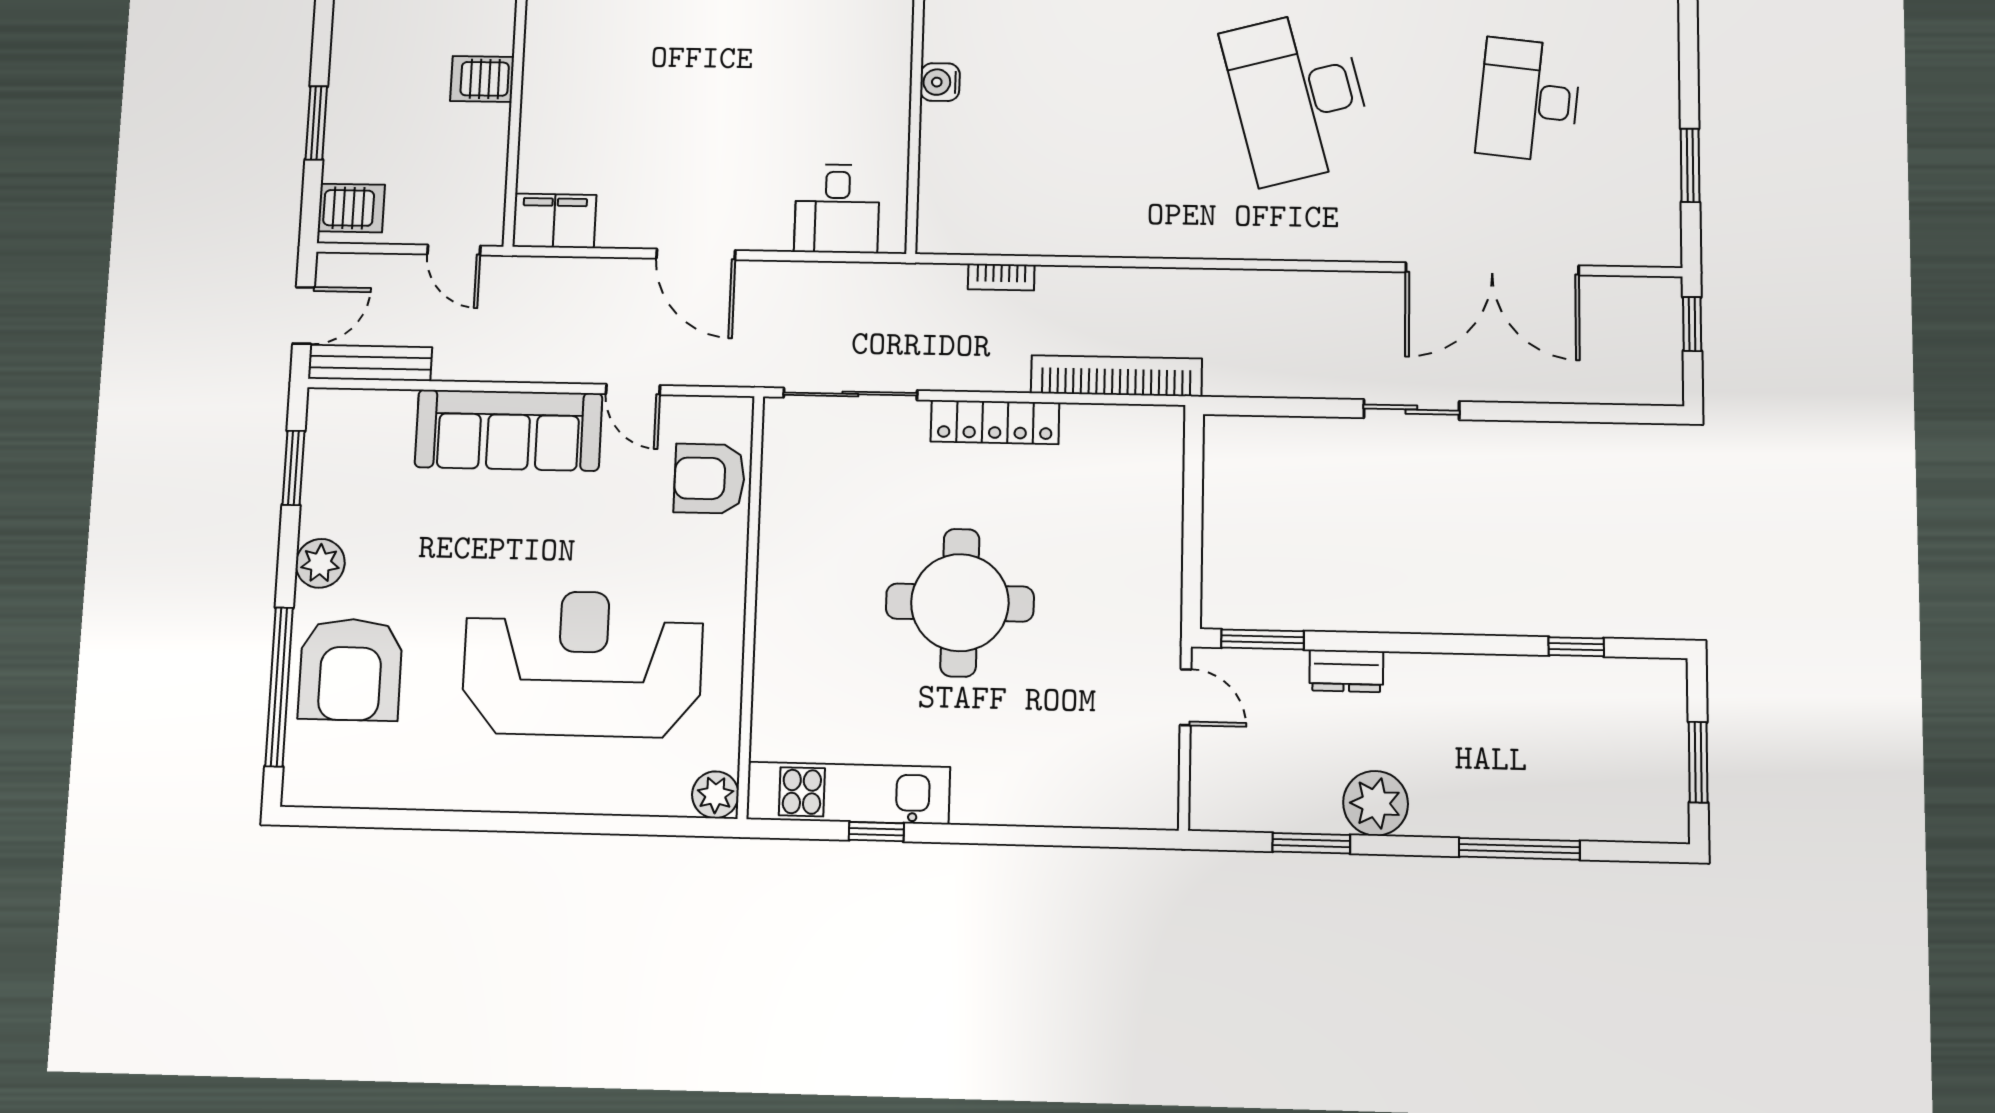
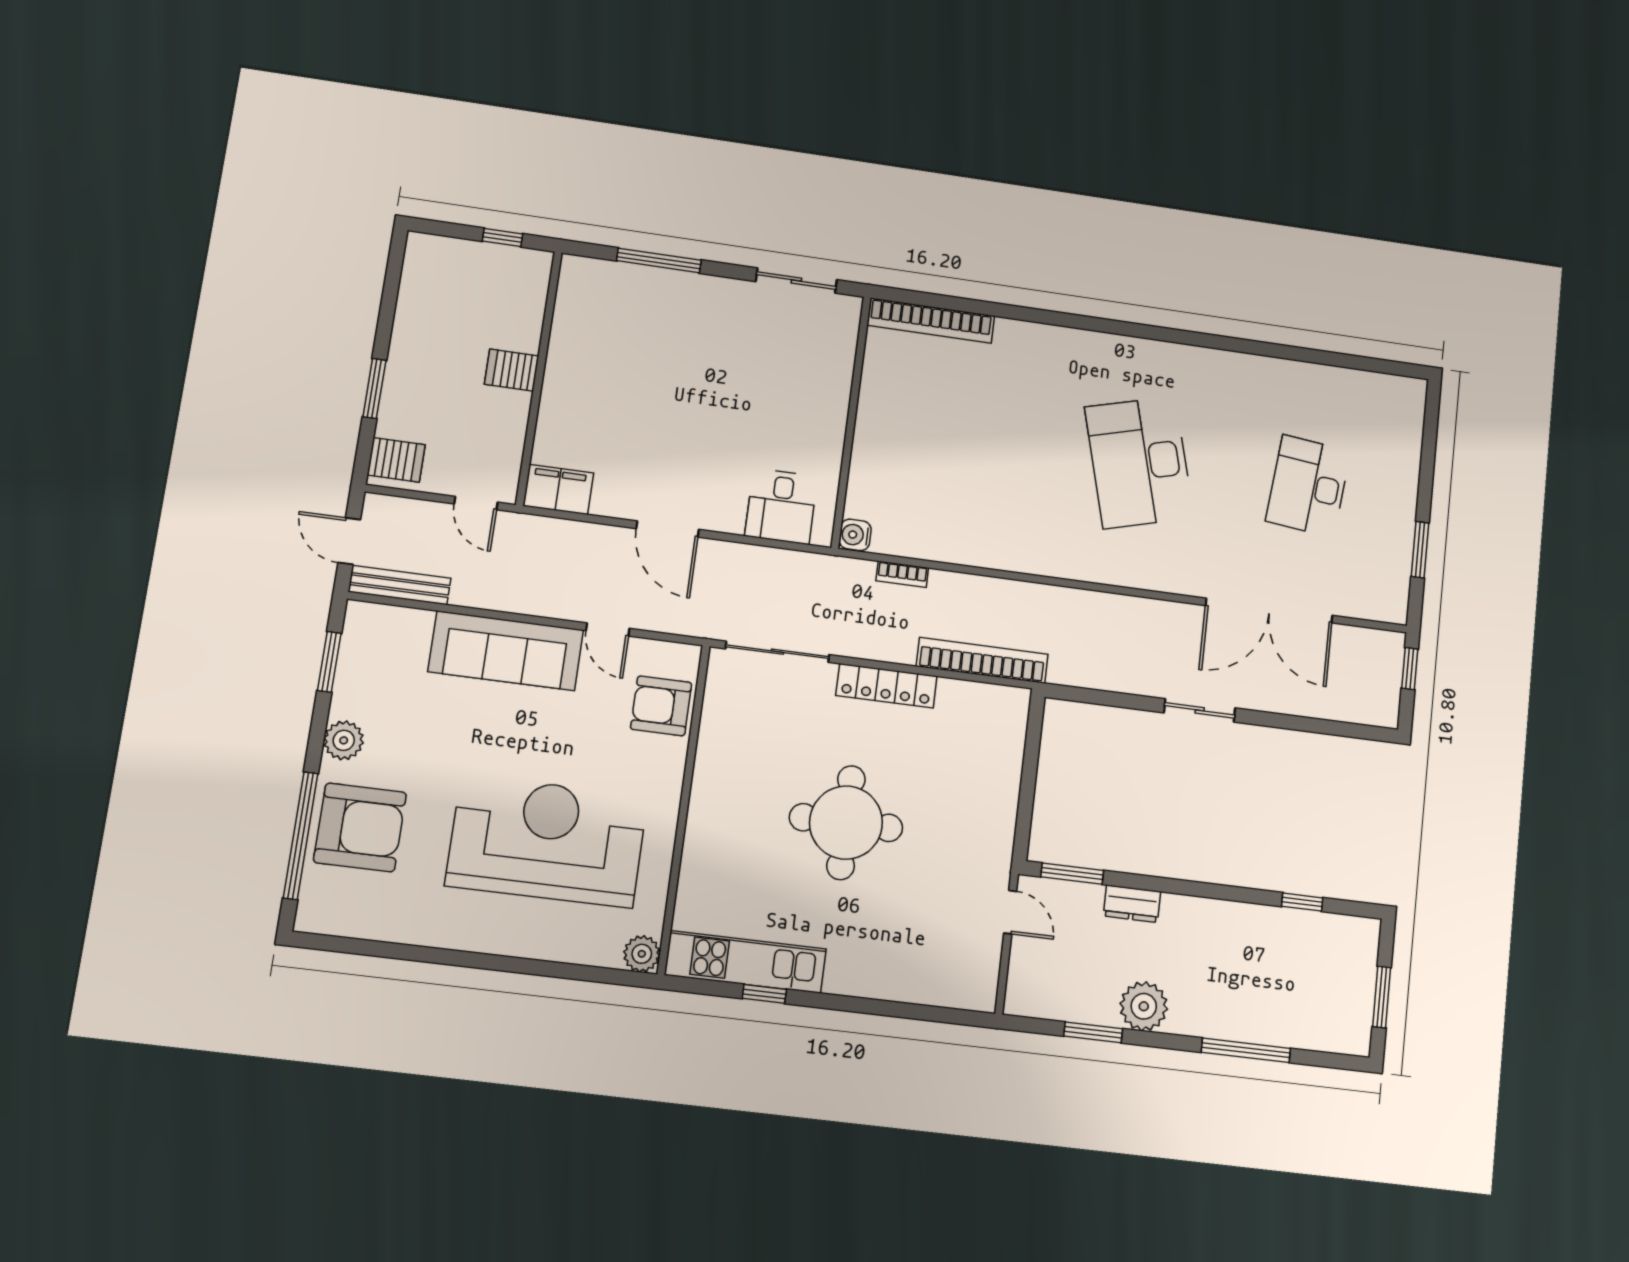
water cooler: (940, 82) -> (855, 535), moved
door: (304, 315) -> (349, 541), swing flipped
armchair: (350, 669) -> (360, 827), turned -90

